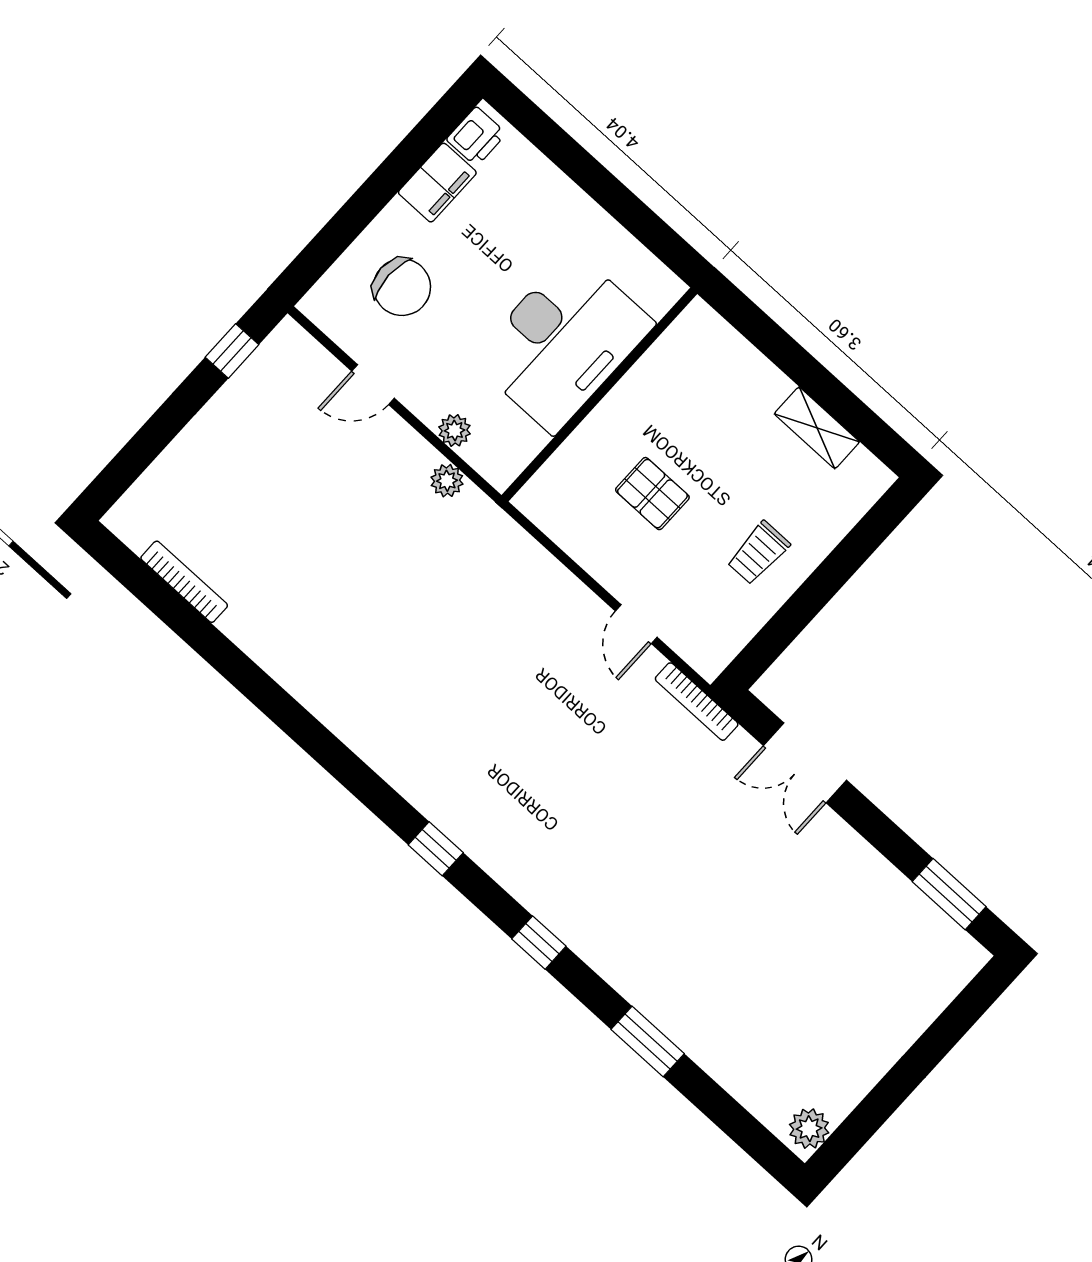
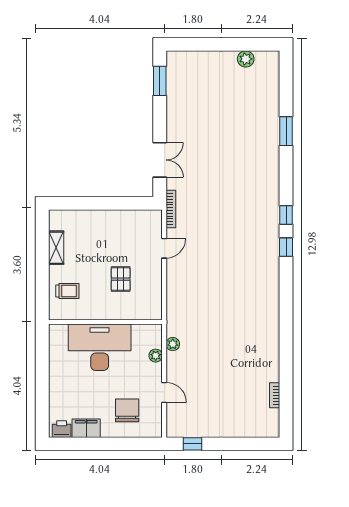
trolley: (758, 553) -> (67, 291), moved
bookcase: (184, 582) -> (275, 395), width x0.64
window: (539, 943) -> (286, 215), moved
plant: (809, 1129) -> (246, 59), moved

